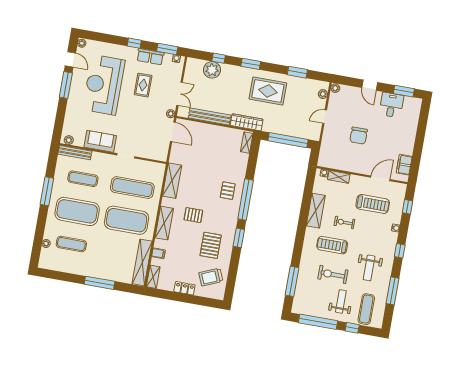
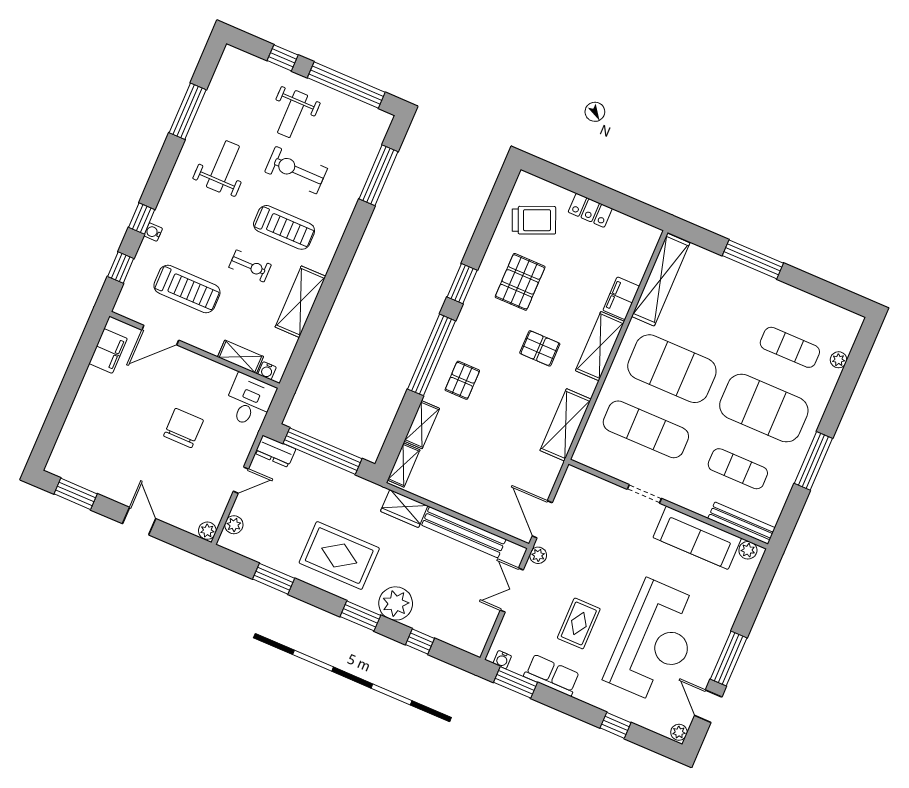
window: (134, 43) -> (615, 725), moved
plant: (212, 70) -> (396, 603), moved
desk: (391, 105) -> (249, 401), moved, turned 180
wardrobe: (247, 122) -> (404, 508), width x0.67
dresser: (311, 135) -> (275, 451), added
sofa: (100, 141) -> (697, 538), width x1.36
treadmill: (373, 204) -> (187, 289), turned 180
window: (400, 251) -> (142, 219), moved
filing cabinet: (158, 253) -> (621, 298), width x2.00
exercise bike: (333, 274) -> (296, 170), turned 180
shelving: (153, 277) -> (422, 425), moved
exercise mat: (366, 309) -> (247, 88), removed

